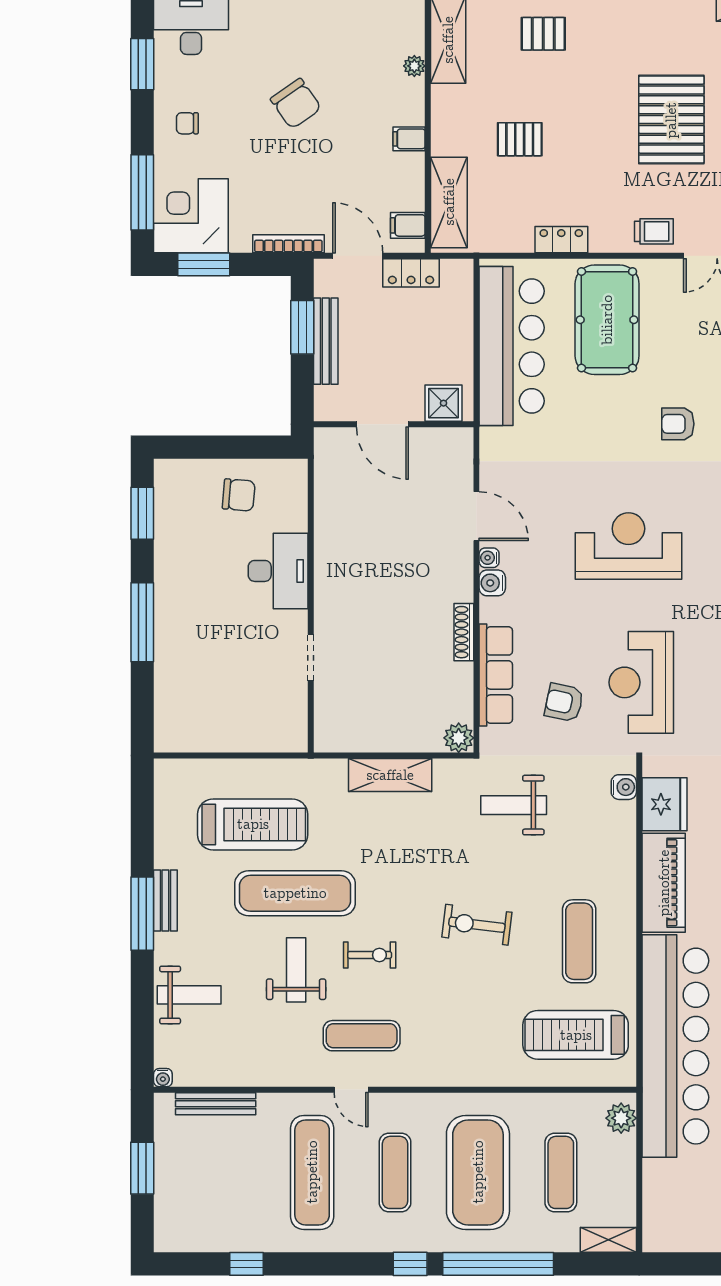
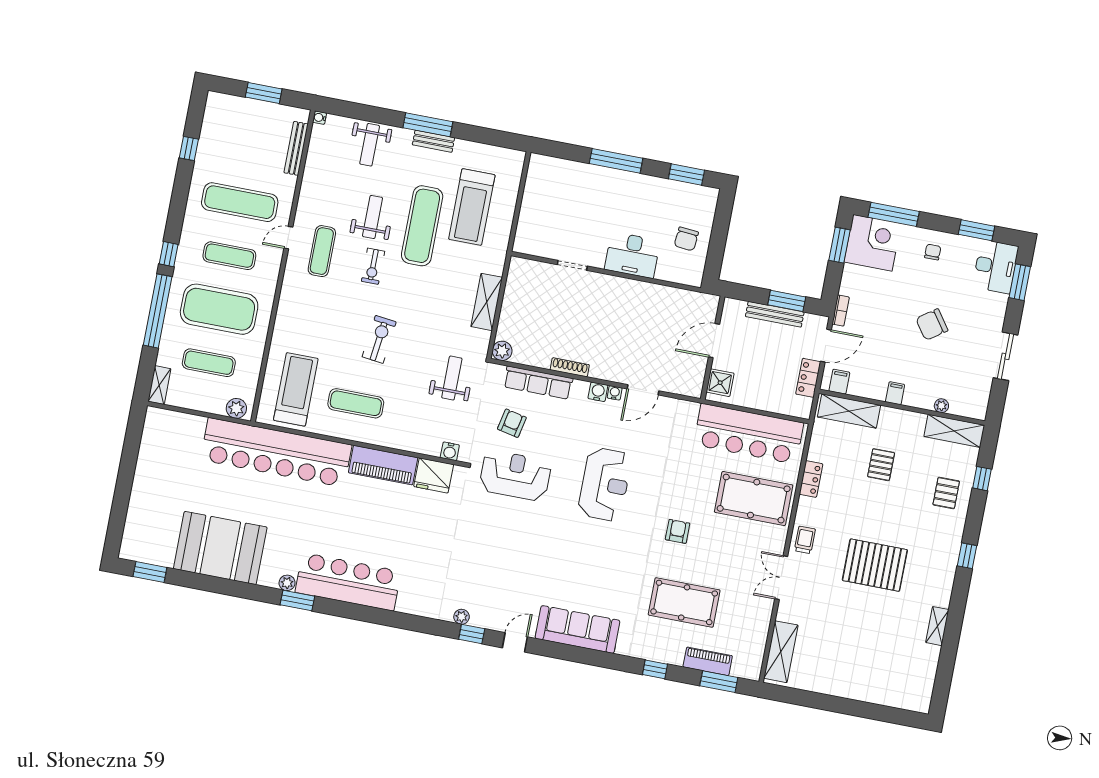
trolley: (654, 231) -> (805, 540), turned 180
bookcase: (288, 244) -> (841, 311), width x0.64
weight bench: (296, 970) -> (372, 217), turned -90

